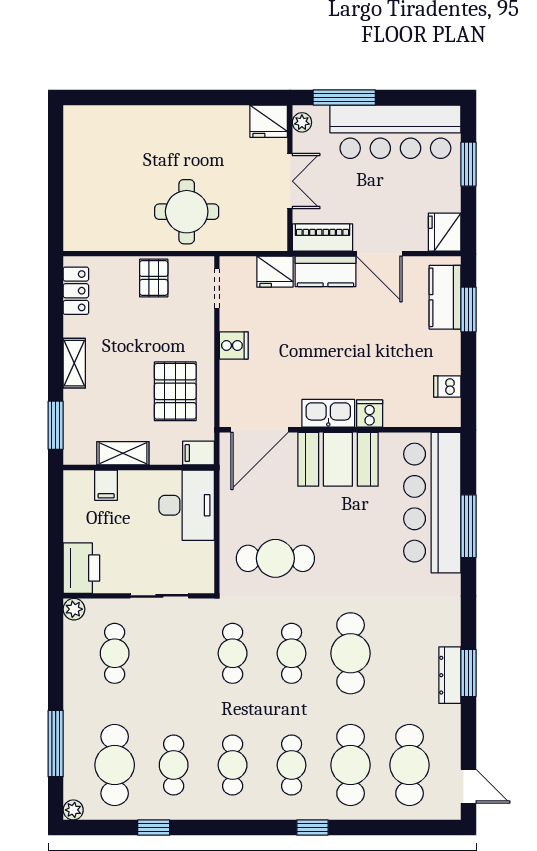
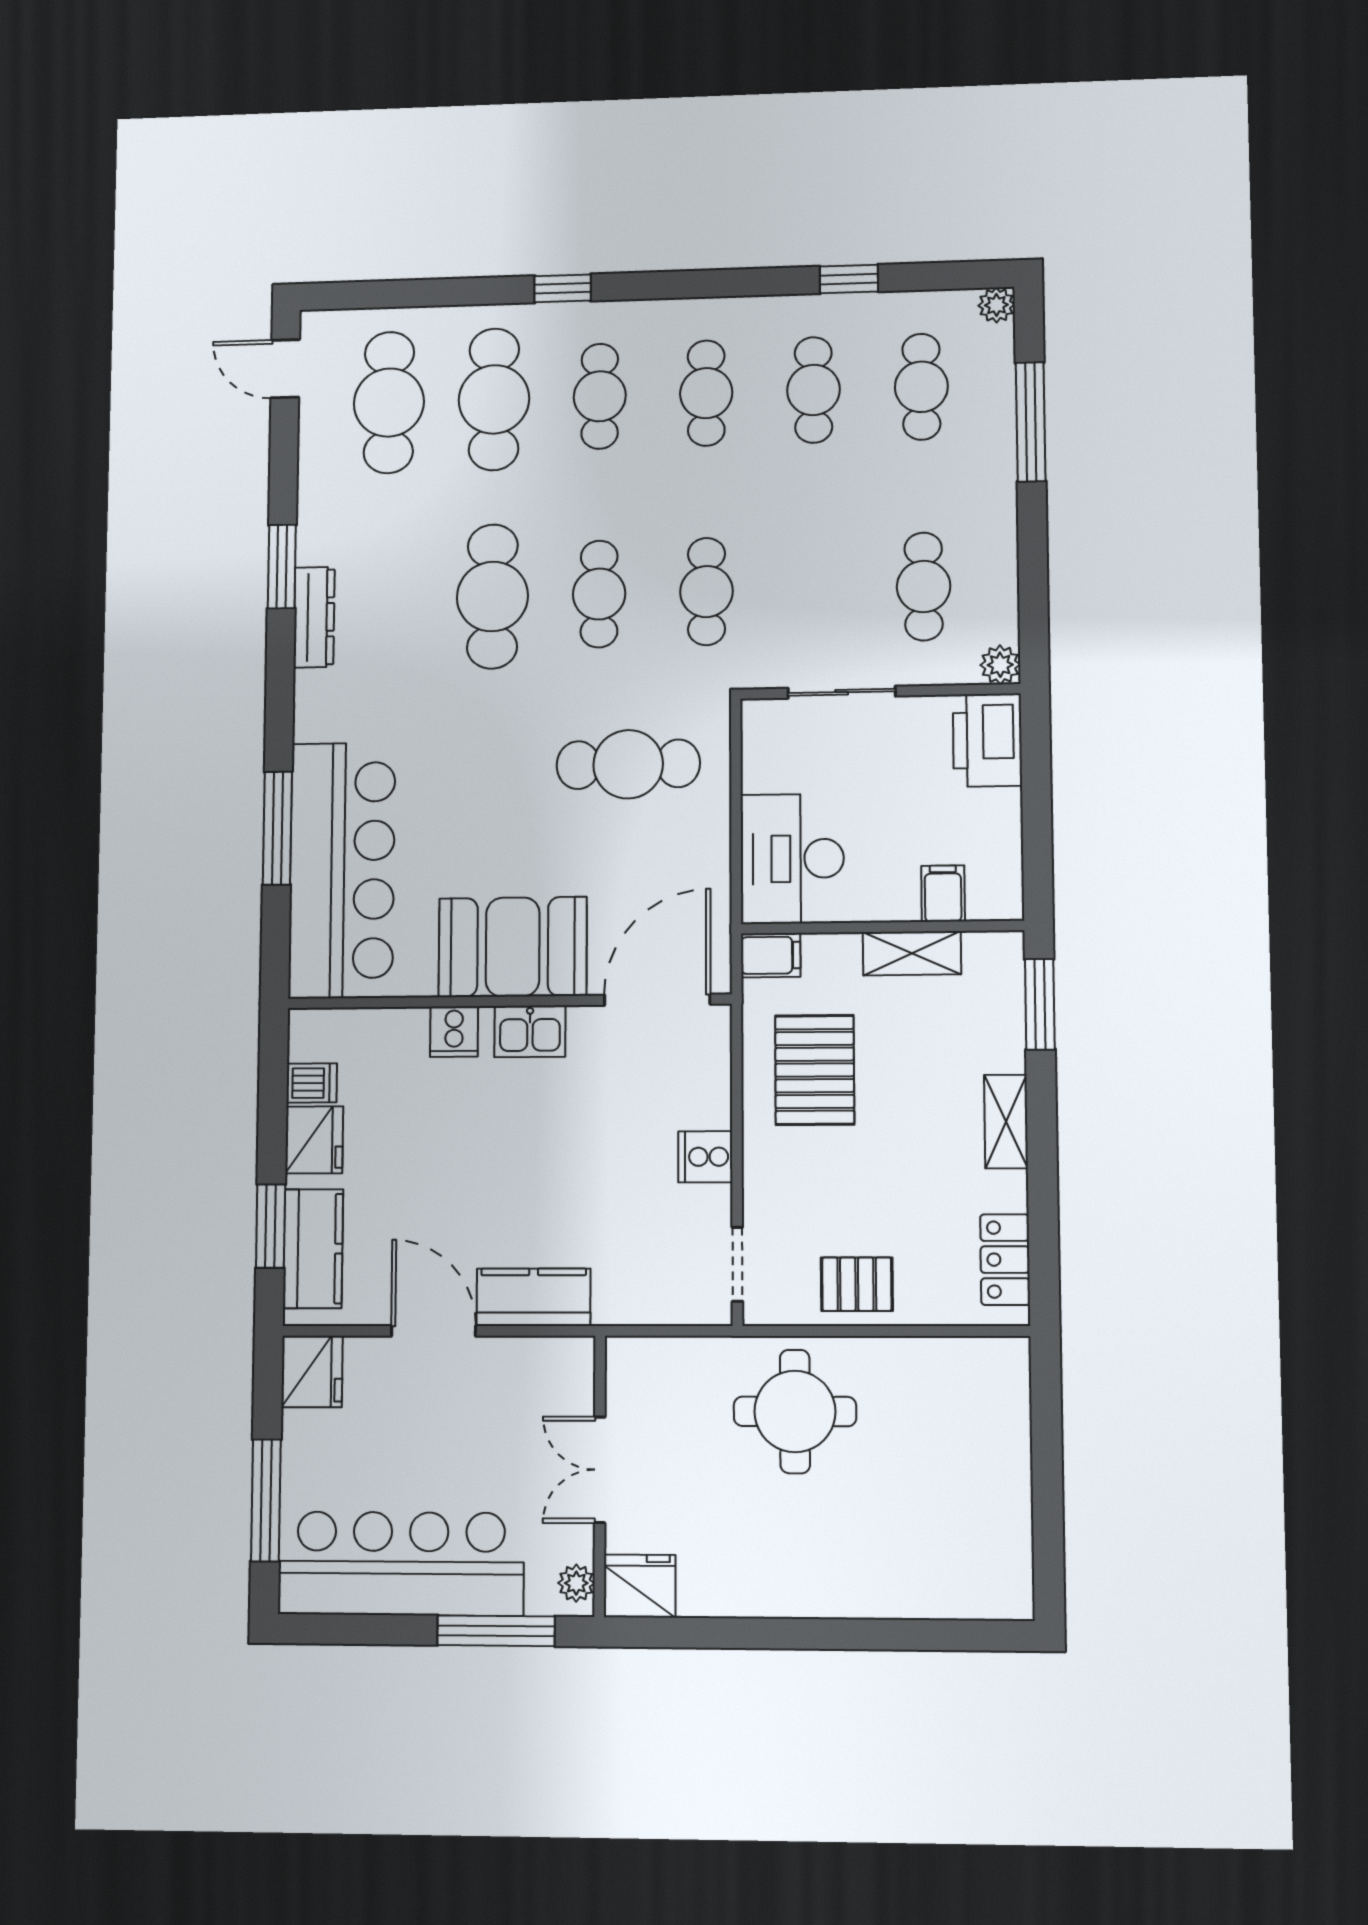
window: (468, 164) -> (266, 1500), width x1.44
piano: (323, 238) -> (539, 1361), removed
fridge: (275, 272) -> (314, 1140), moved, turned 90
pallet: (154, 278) -> (857, 1284), turned 90
kitchen sink: (328, 413) -> (530, 1031), width x0.73
dresser: (450, 675) -> (314, 617), moved
cafe table: (115, 765) -> (921, 387), width x0.73, depth x0.74

